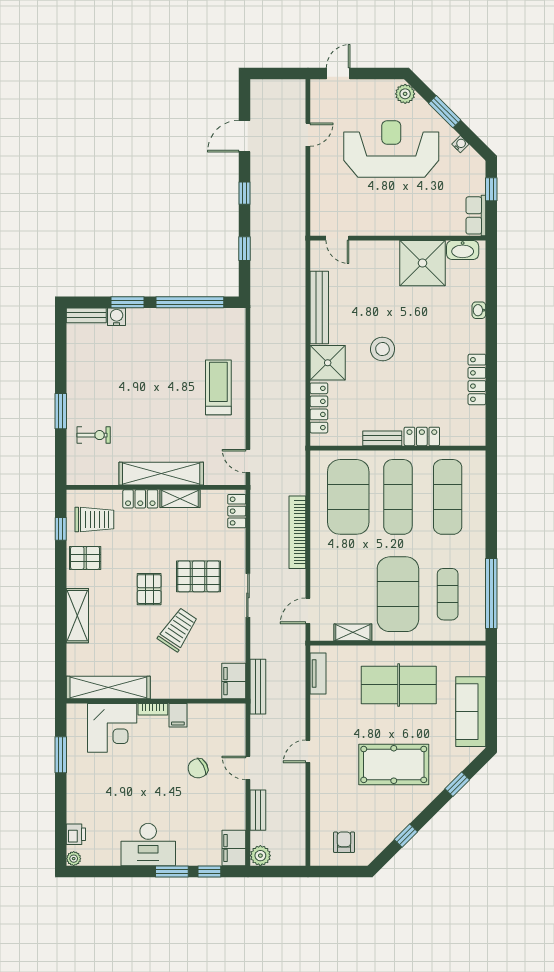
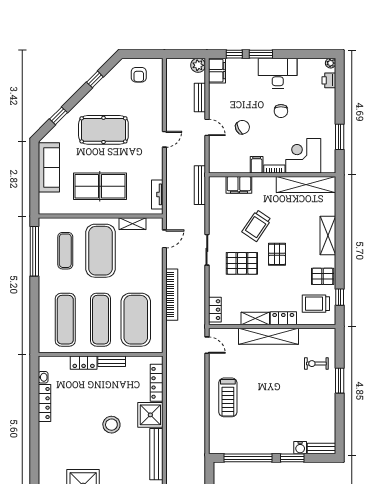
washbasin: (479, 310) -> (43, 377), moved
filing cabinet: (234, 681) -> (239, 185), moved, turned 90
chair: (144, 791) -> (281, 111), added

